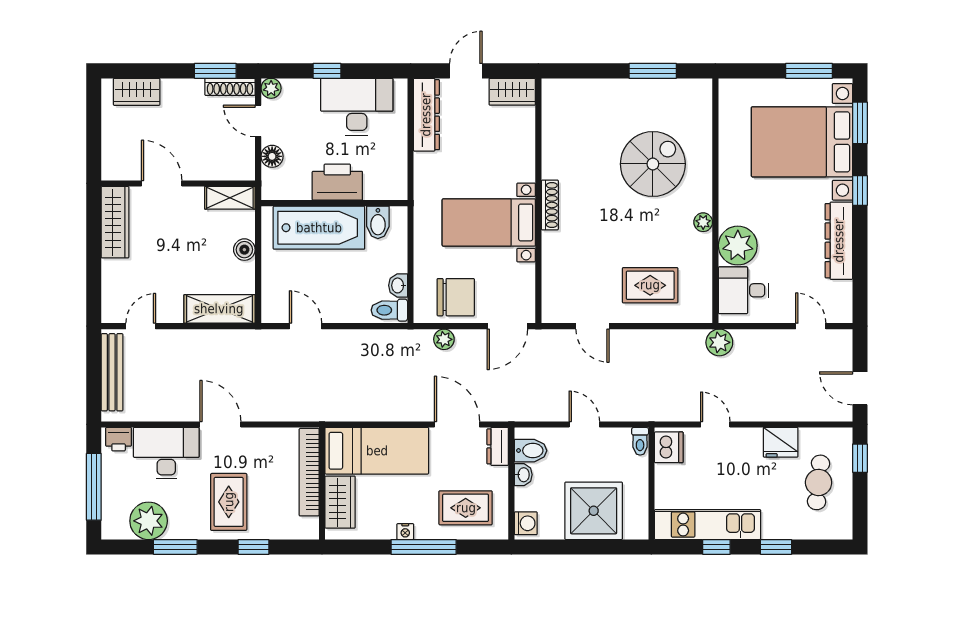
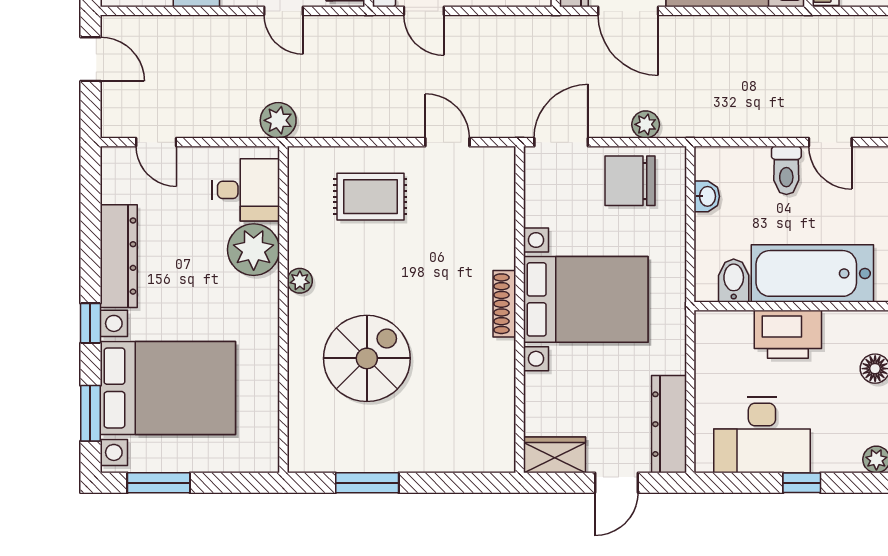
spiral stairs: (653, 164) -> (367, 358), turned 180
bed with nightstands: (489, 222) -> (586, 299), width x1.36
toilet: (389, 310) -> (786, 170), moved, turned 90
door: (584, 424) -> (424, 11), moved

